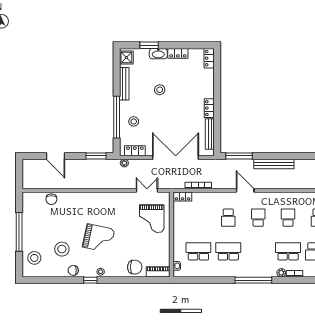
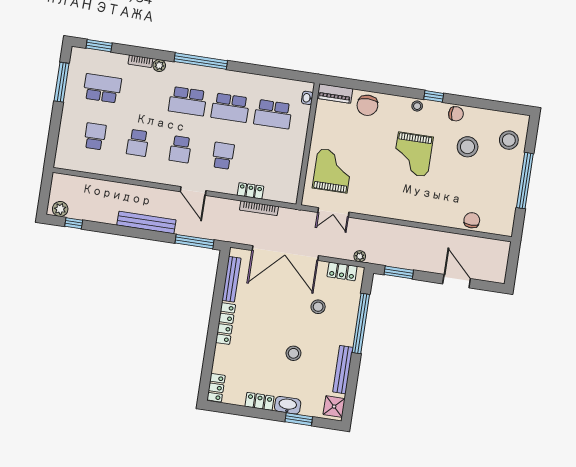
locker: (209, 108) -> (226, 324), width x1.53
stool: (134, 121) -> (318, 307), moved
locker: (183, 196) -> (250, 191), moved
grand piano: (98, 238) -> (413, 154), turned -102
school desk: (288, 251) -> (188, 101), moved
chair: (135, 267) -> (367, 105), turned -90

